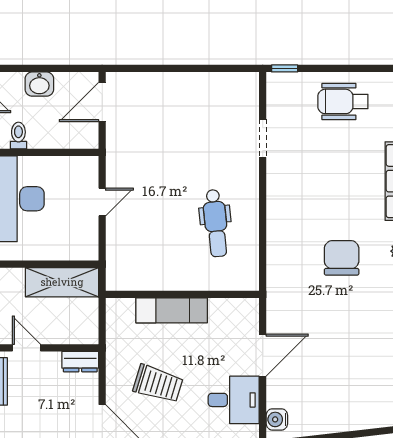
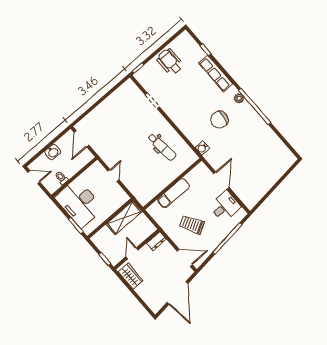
wheelchair: (343, 101) -> (170, 62), turned 90
chair: (342, 258) -> (219, 120), turned -80
door: (26, 348) -> (132, 253), hinge flipped
trolley: (158, 384) -> (192, 225), turned -136
water cooler: (277, 419) -> (202, 148), moved

